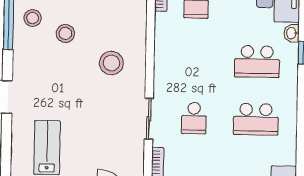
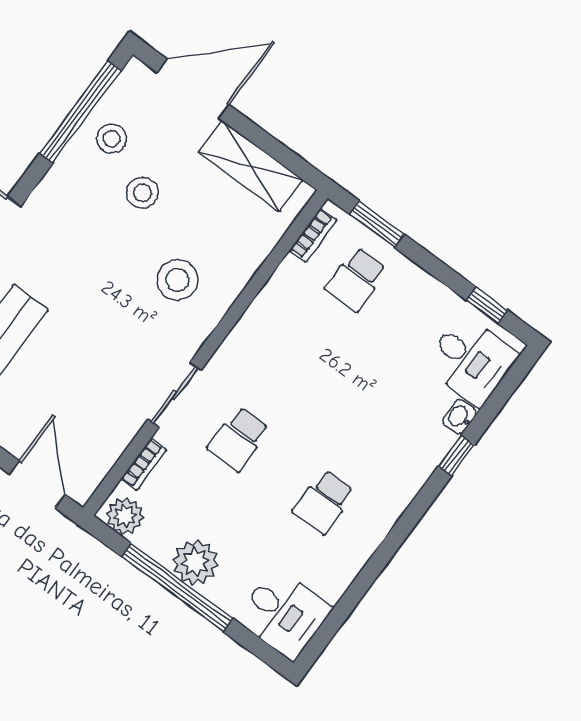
school desk: (257, 62) -> (383, 422), removed
school desk: (256, 119) -> (324, 502), width x0.54

